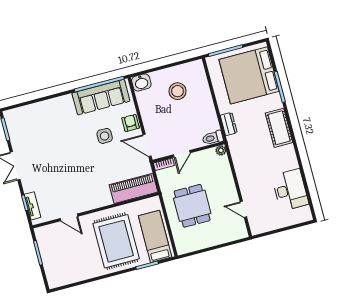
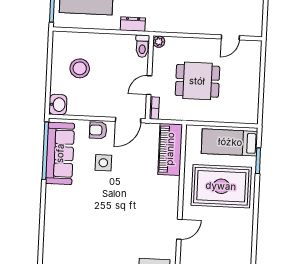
door: (182, 154) -> (149, 85), swing flipped
dining table: (192, 206) -> (197, 81), moved

